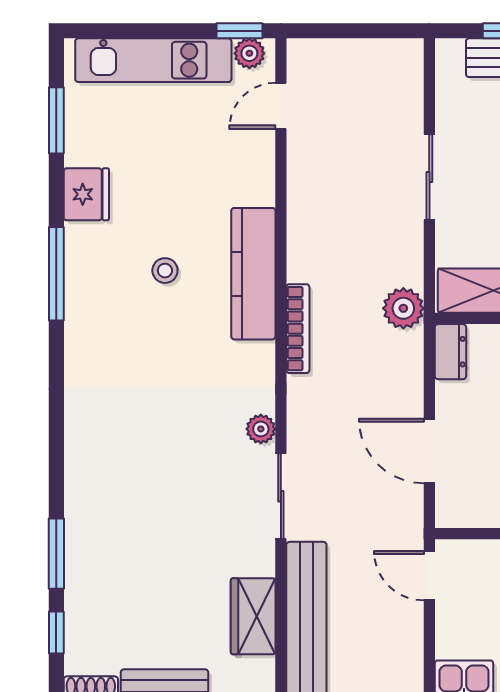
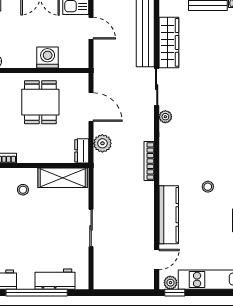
kitchen counter: (253, 274) -> (169, 215), moved
plant: (403, 308) -> (102, 143), moved
door: (429, 576) -> (91, 28), moved
wardrobe: (253, 616) -> (169, 42), width x1.50

